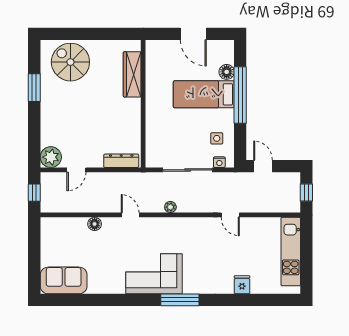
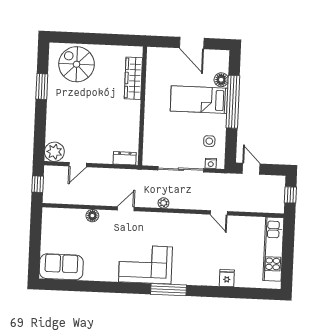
dresser: (121, 161) -> (125, 158), width x0.70
door: (130, 215) -> (126, 209), hinge flipped

